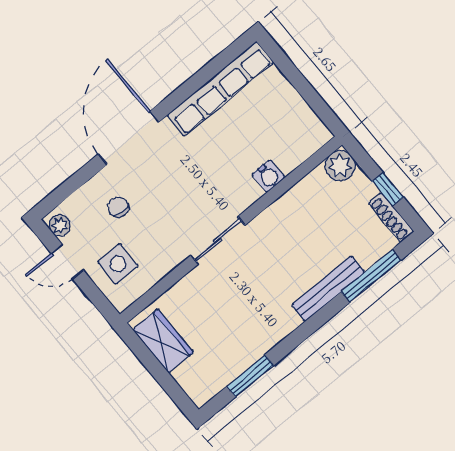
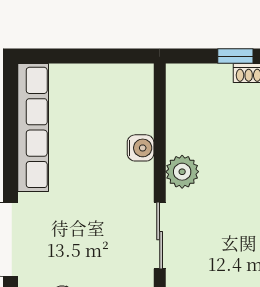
plant: (340, 166) -> (182, 172), moved

